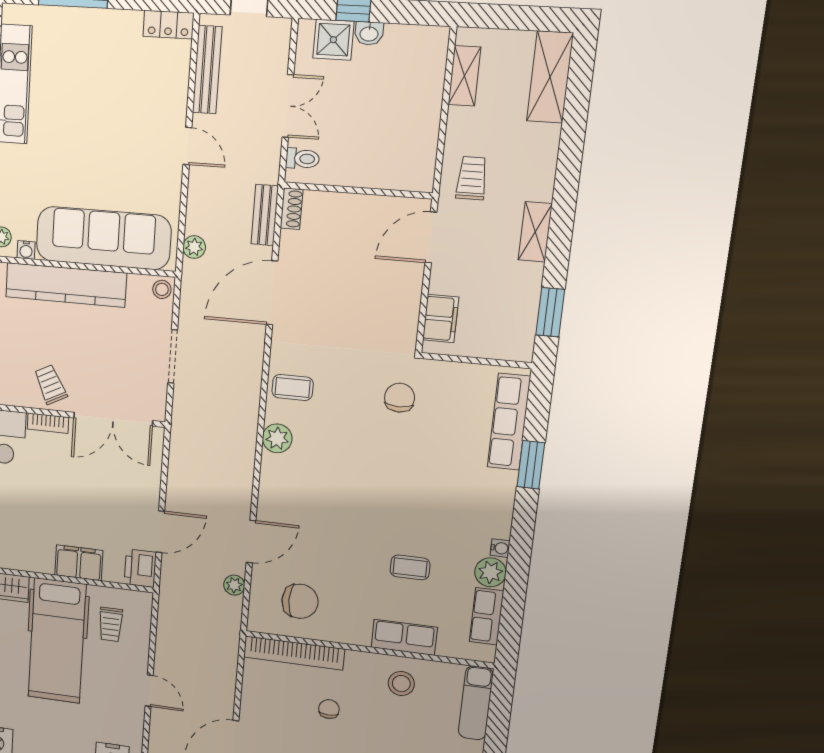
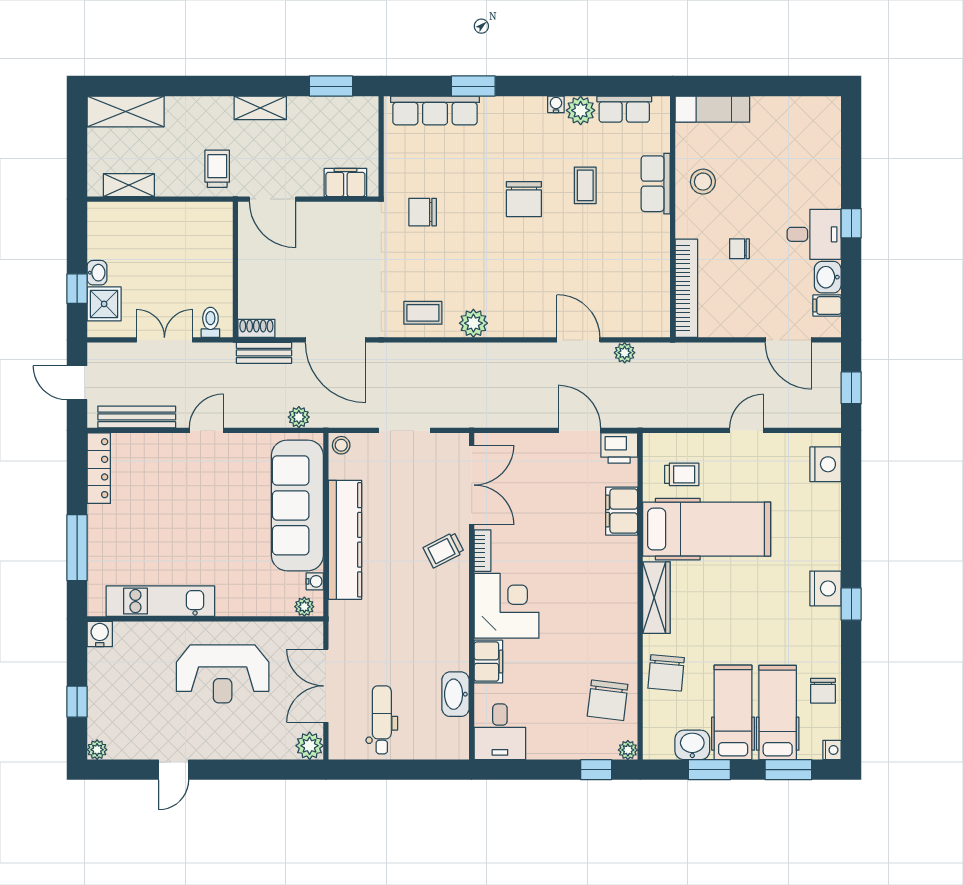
locker: (168, 25) -> (99, 468), width x1.53
trolley: (472, 178) -> (217, 169), turned 90
coffee table: (293, 387) -> (423, 313), turned 90
chair: (300, 601) -> (524, 199), moved, turned 180

